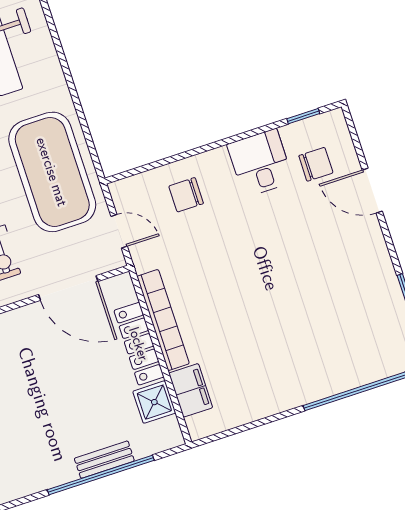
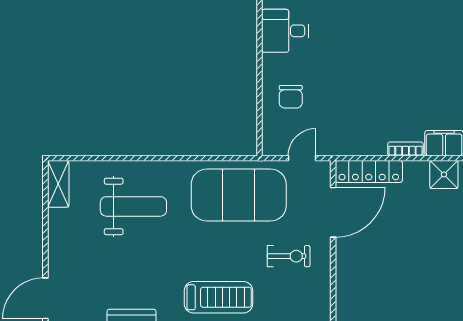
bookcase: (163, 320) -> (405, 149), width x0.43, depth x0.76
locker: (139, 344) -> (369, 172), moved

